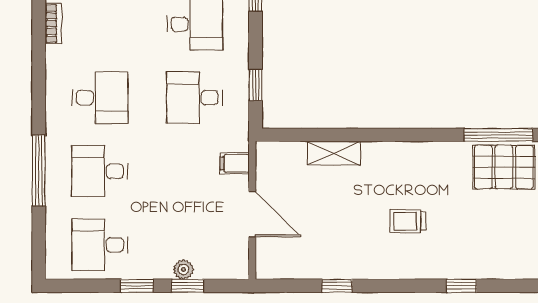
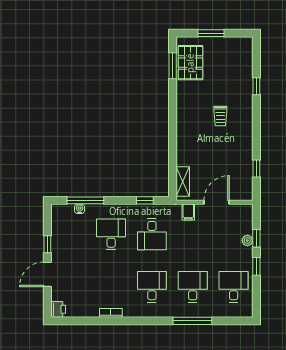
window: (498, 135) -> (173, 66), width x0.69
shelving: (334, 153) -> (183, 182), moved
desk: (100, 171) -> (193, 287), turned 180
desk: (100, 245) -> (234, 287), turned 180
window: (337, 286) -> (256, 169), moved

